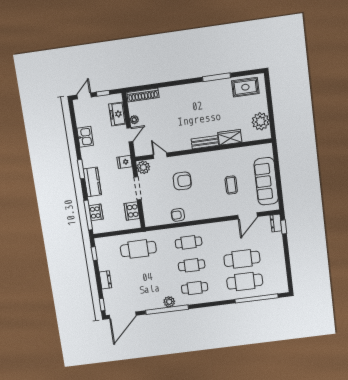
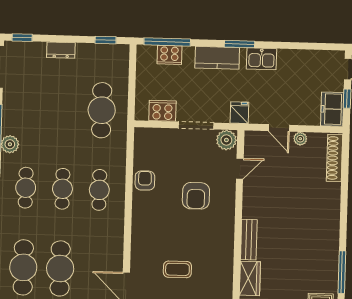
freezer: (117, 114) -> (332, 109), moved, turned -90
kitchen sink: (85, 137) -> (261, 59), moved

